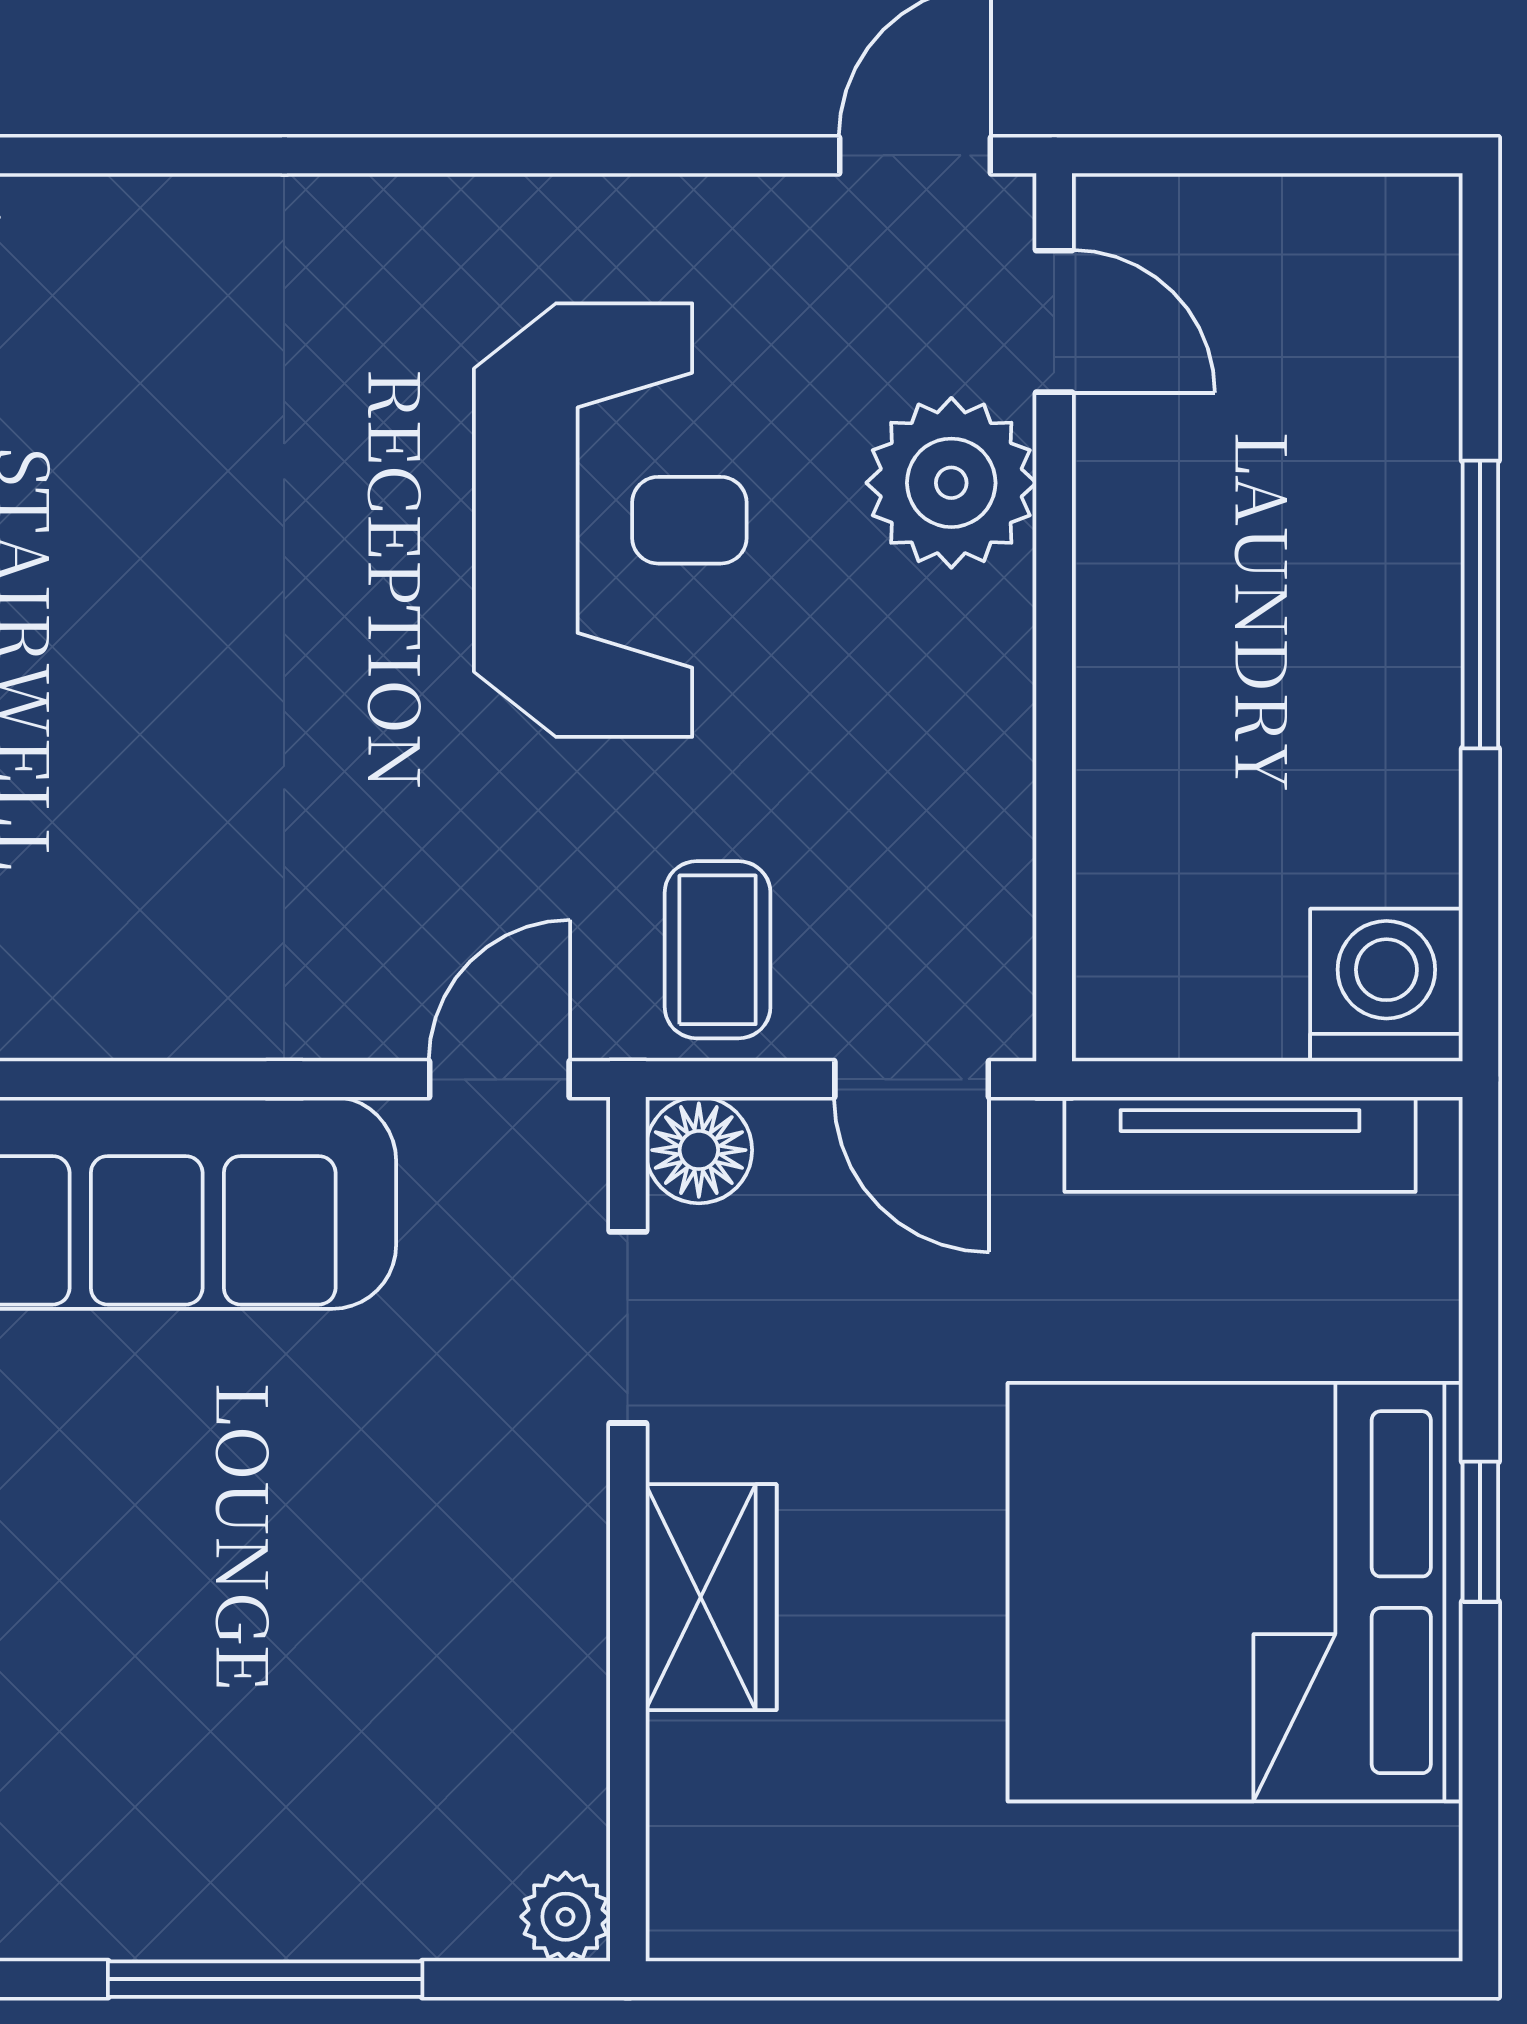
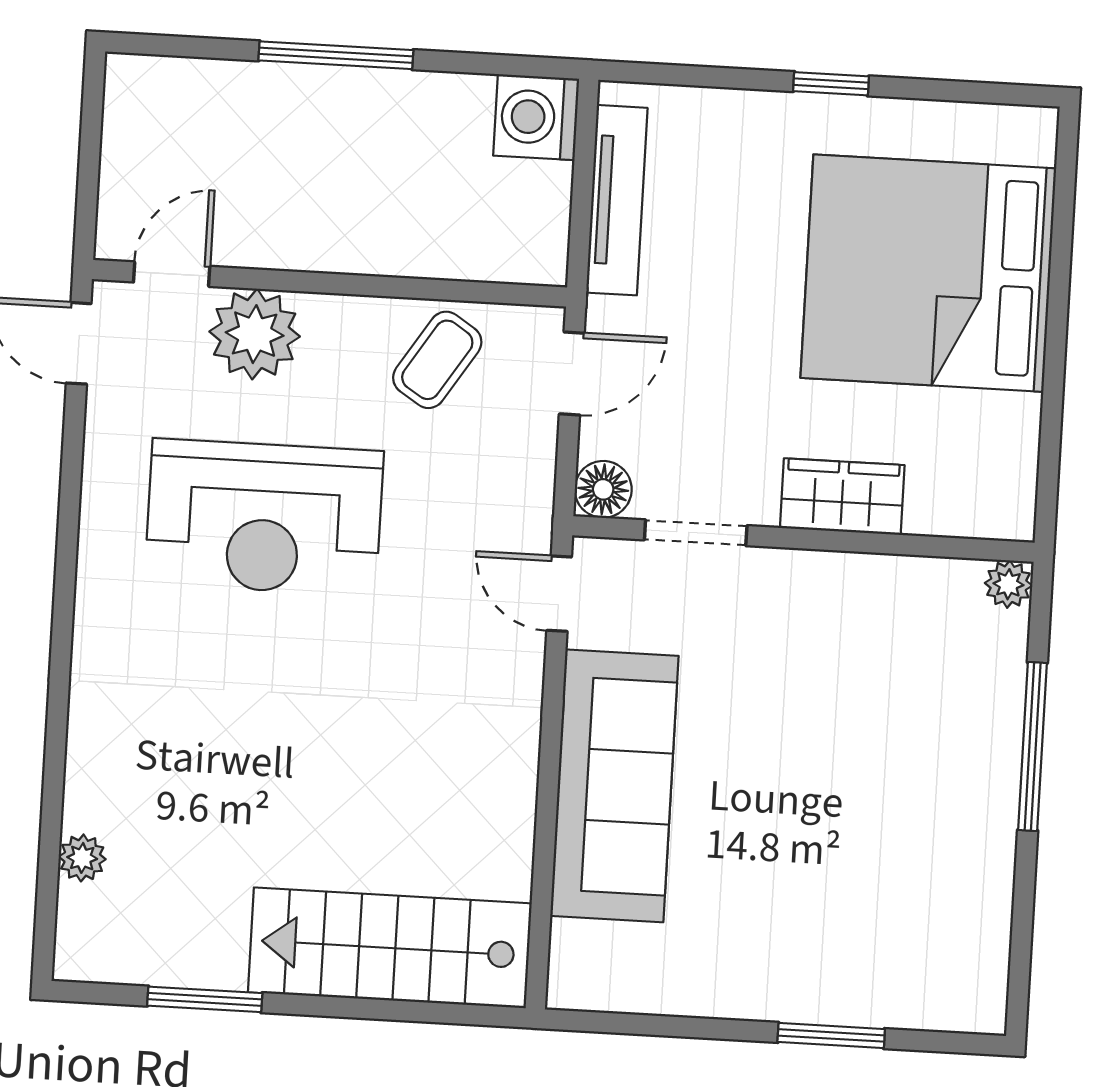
reception desk: (610, 520) -> (264, 517), turned 180
coffee table: (718, 950) -> (437, 360), moved, turned -57
bed: (1235, 1592) -> (928, 273), moved, turned 90

